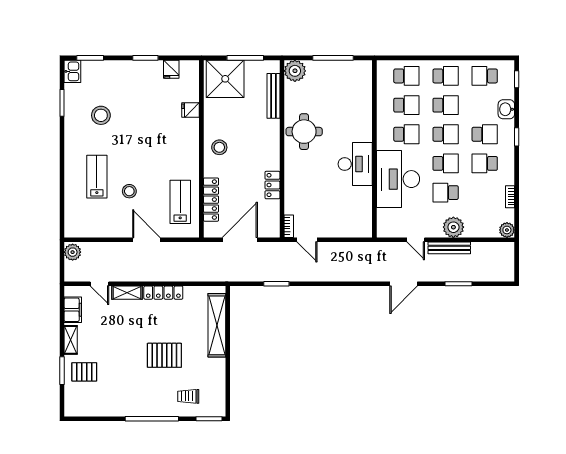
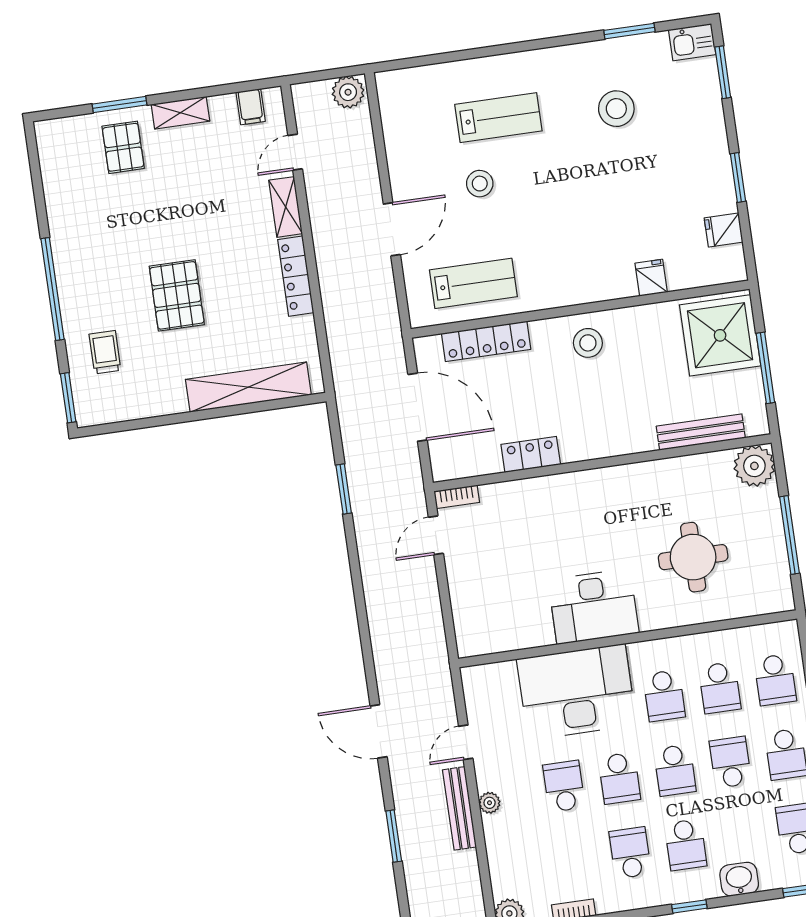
school desk: (446, 105) -> (730, 762), turned 180
round table: (304, 132) -> (693, 557), moved
plant: (453, 227) -> (490, 803), width x0.53, depth x0.53
filing cabinet: (73, 310) -> (251, 107), width x0.50

